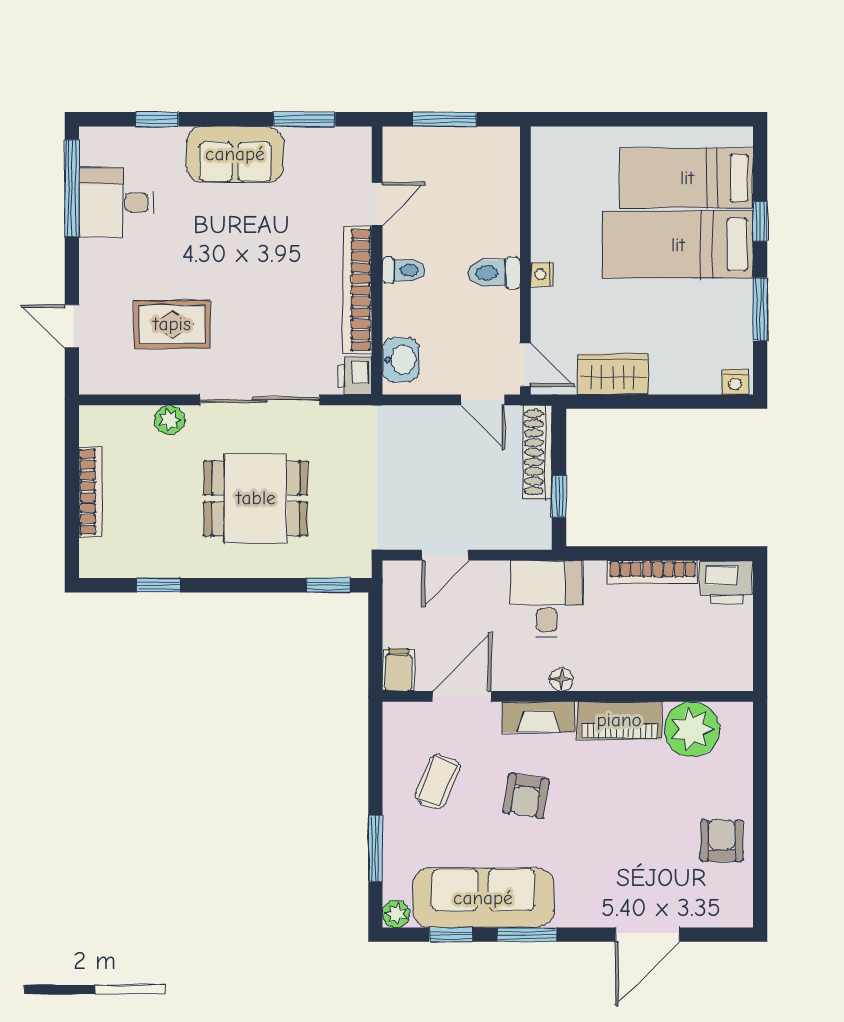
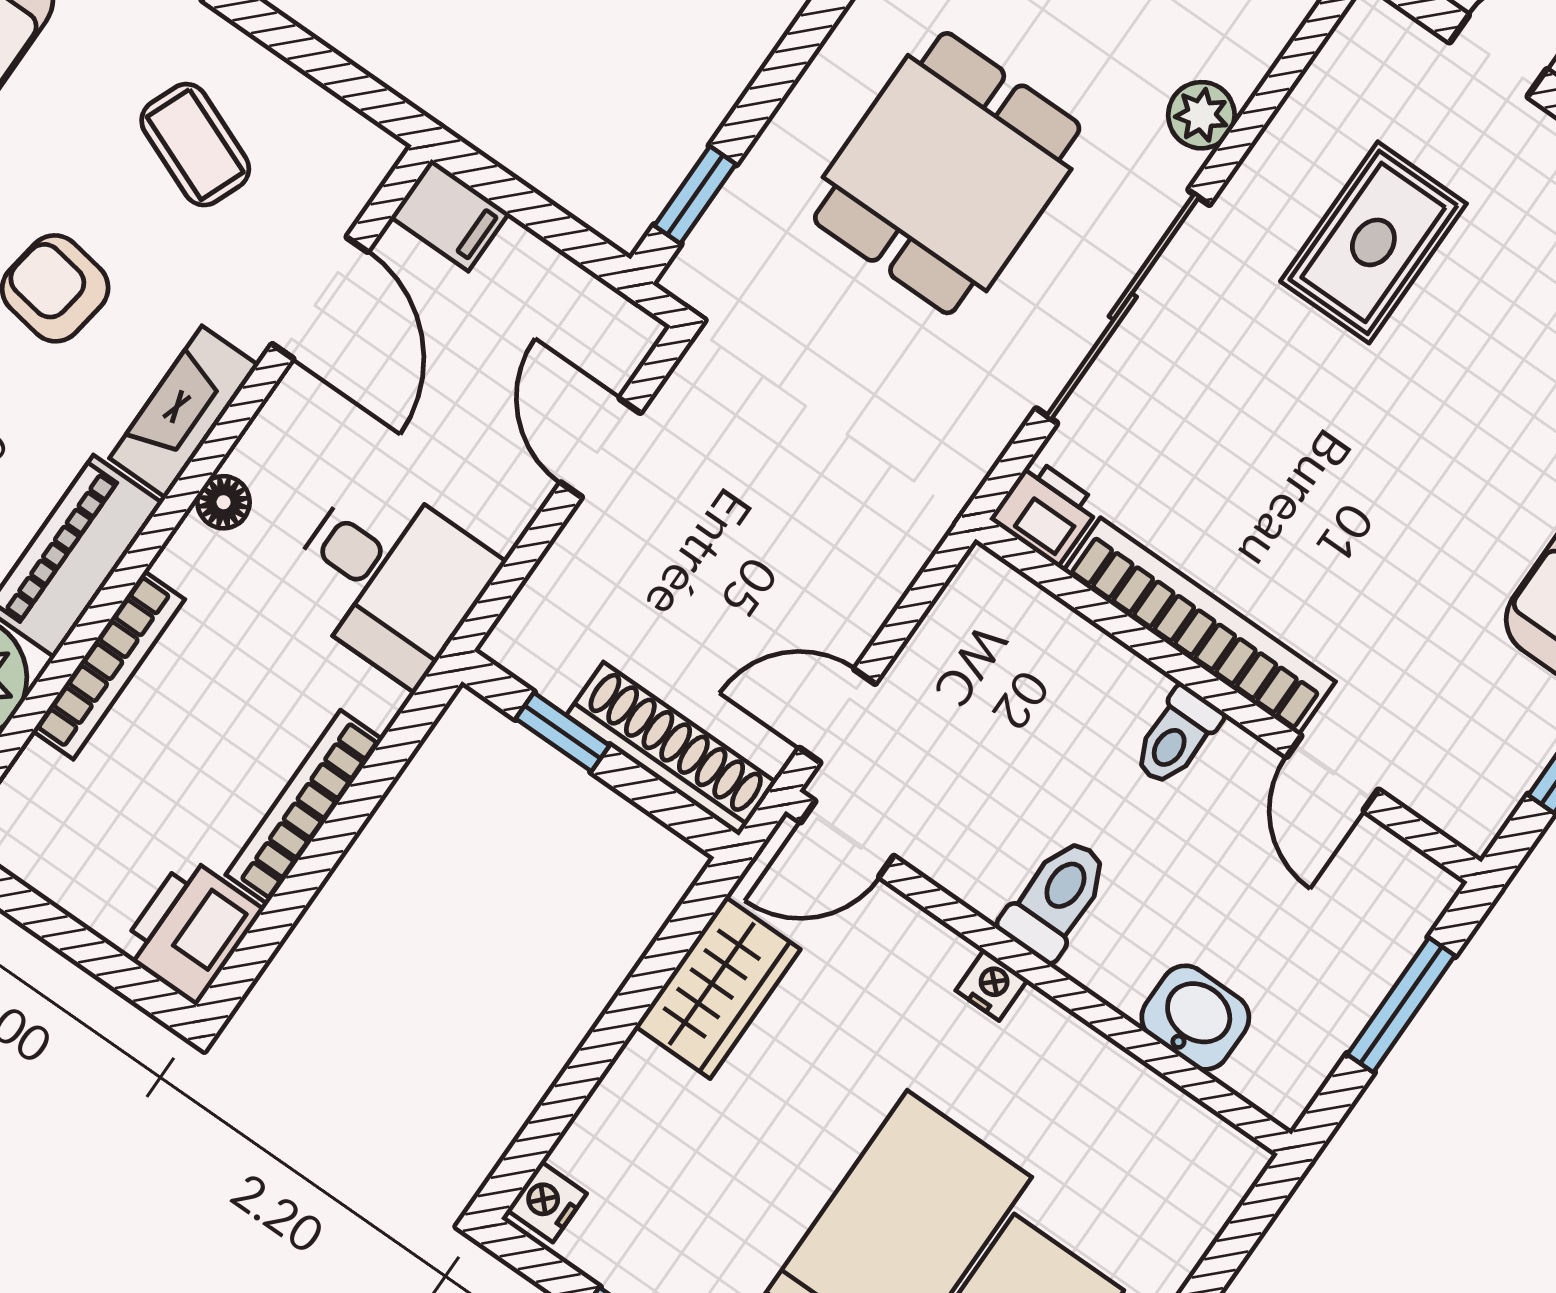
washbasin: (401, 360) -> (1195, 1018), moved, turned 180
bookcase: (650, 680) -> (109, 665), added

